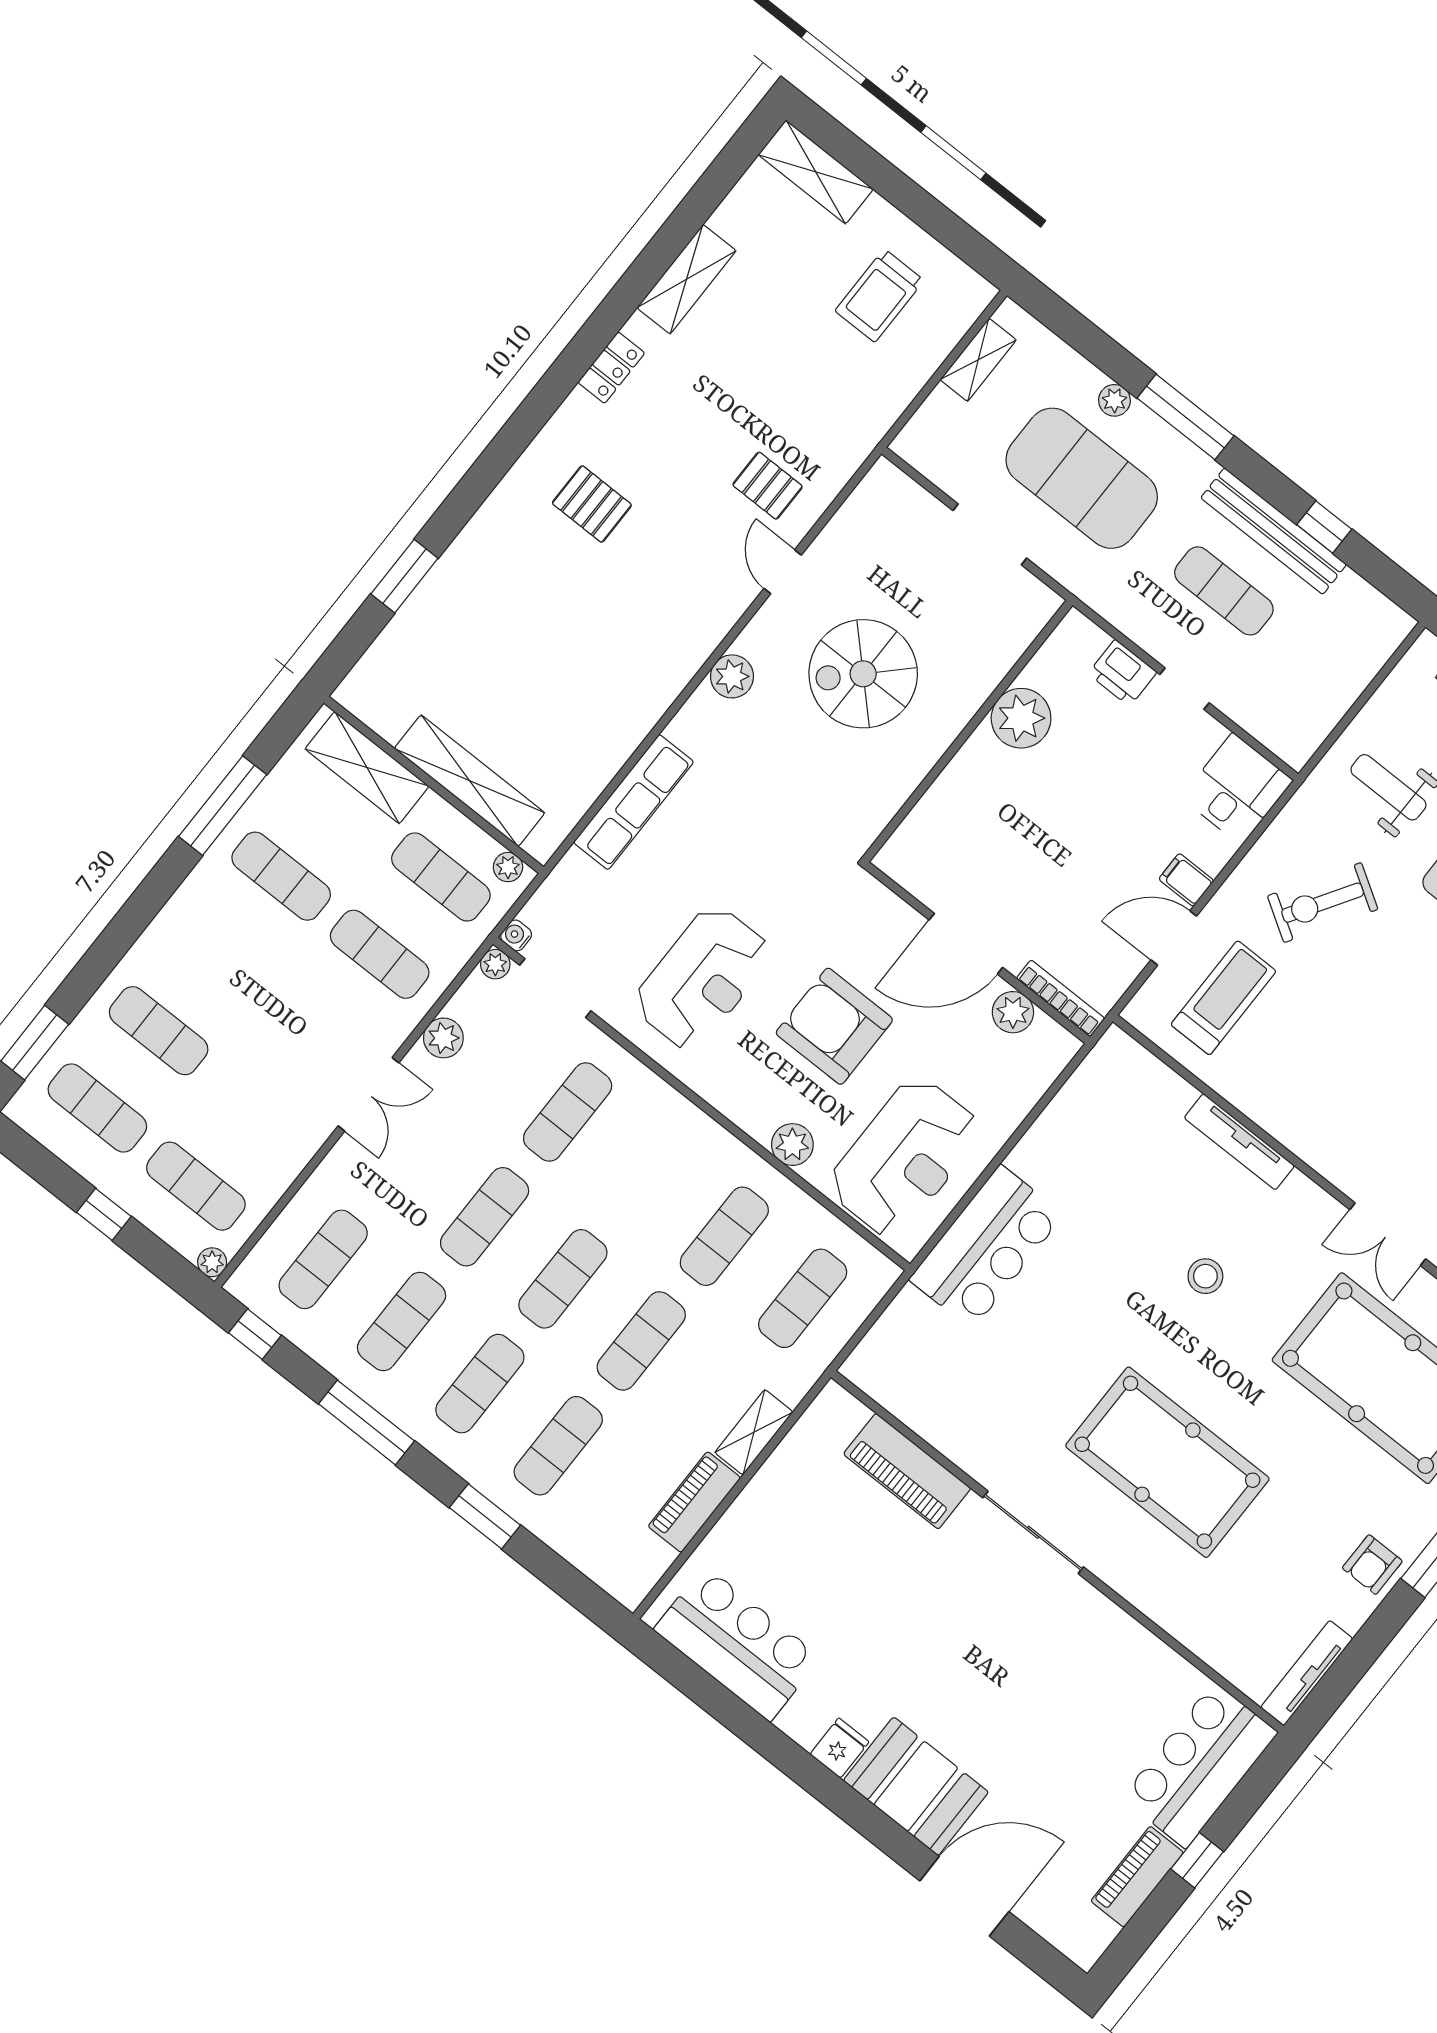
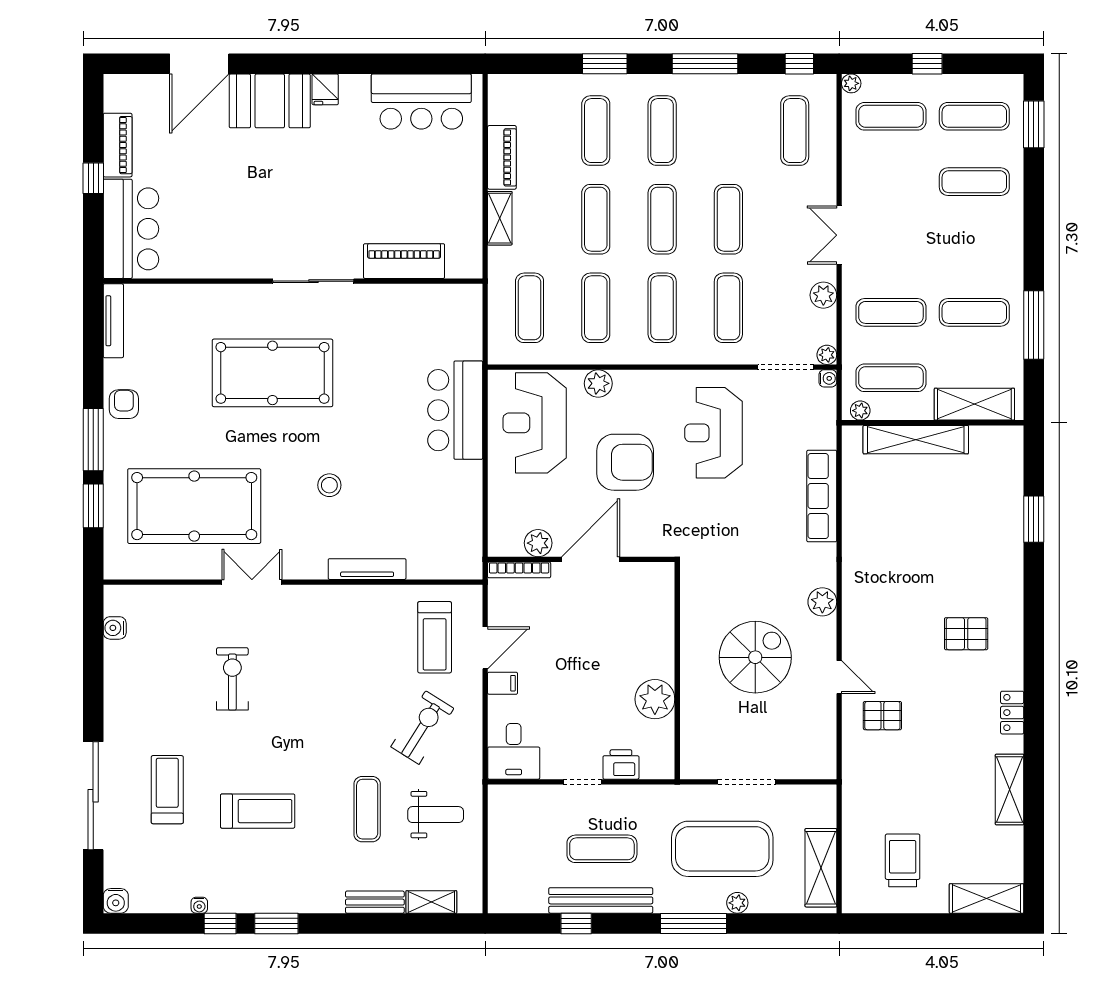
shelving: (978, 360) -> (821, 868), width x1.50, depth x1.33
exercise mat: (402, 1321) -> (662, 308), moved

